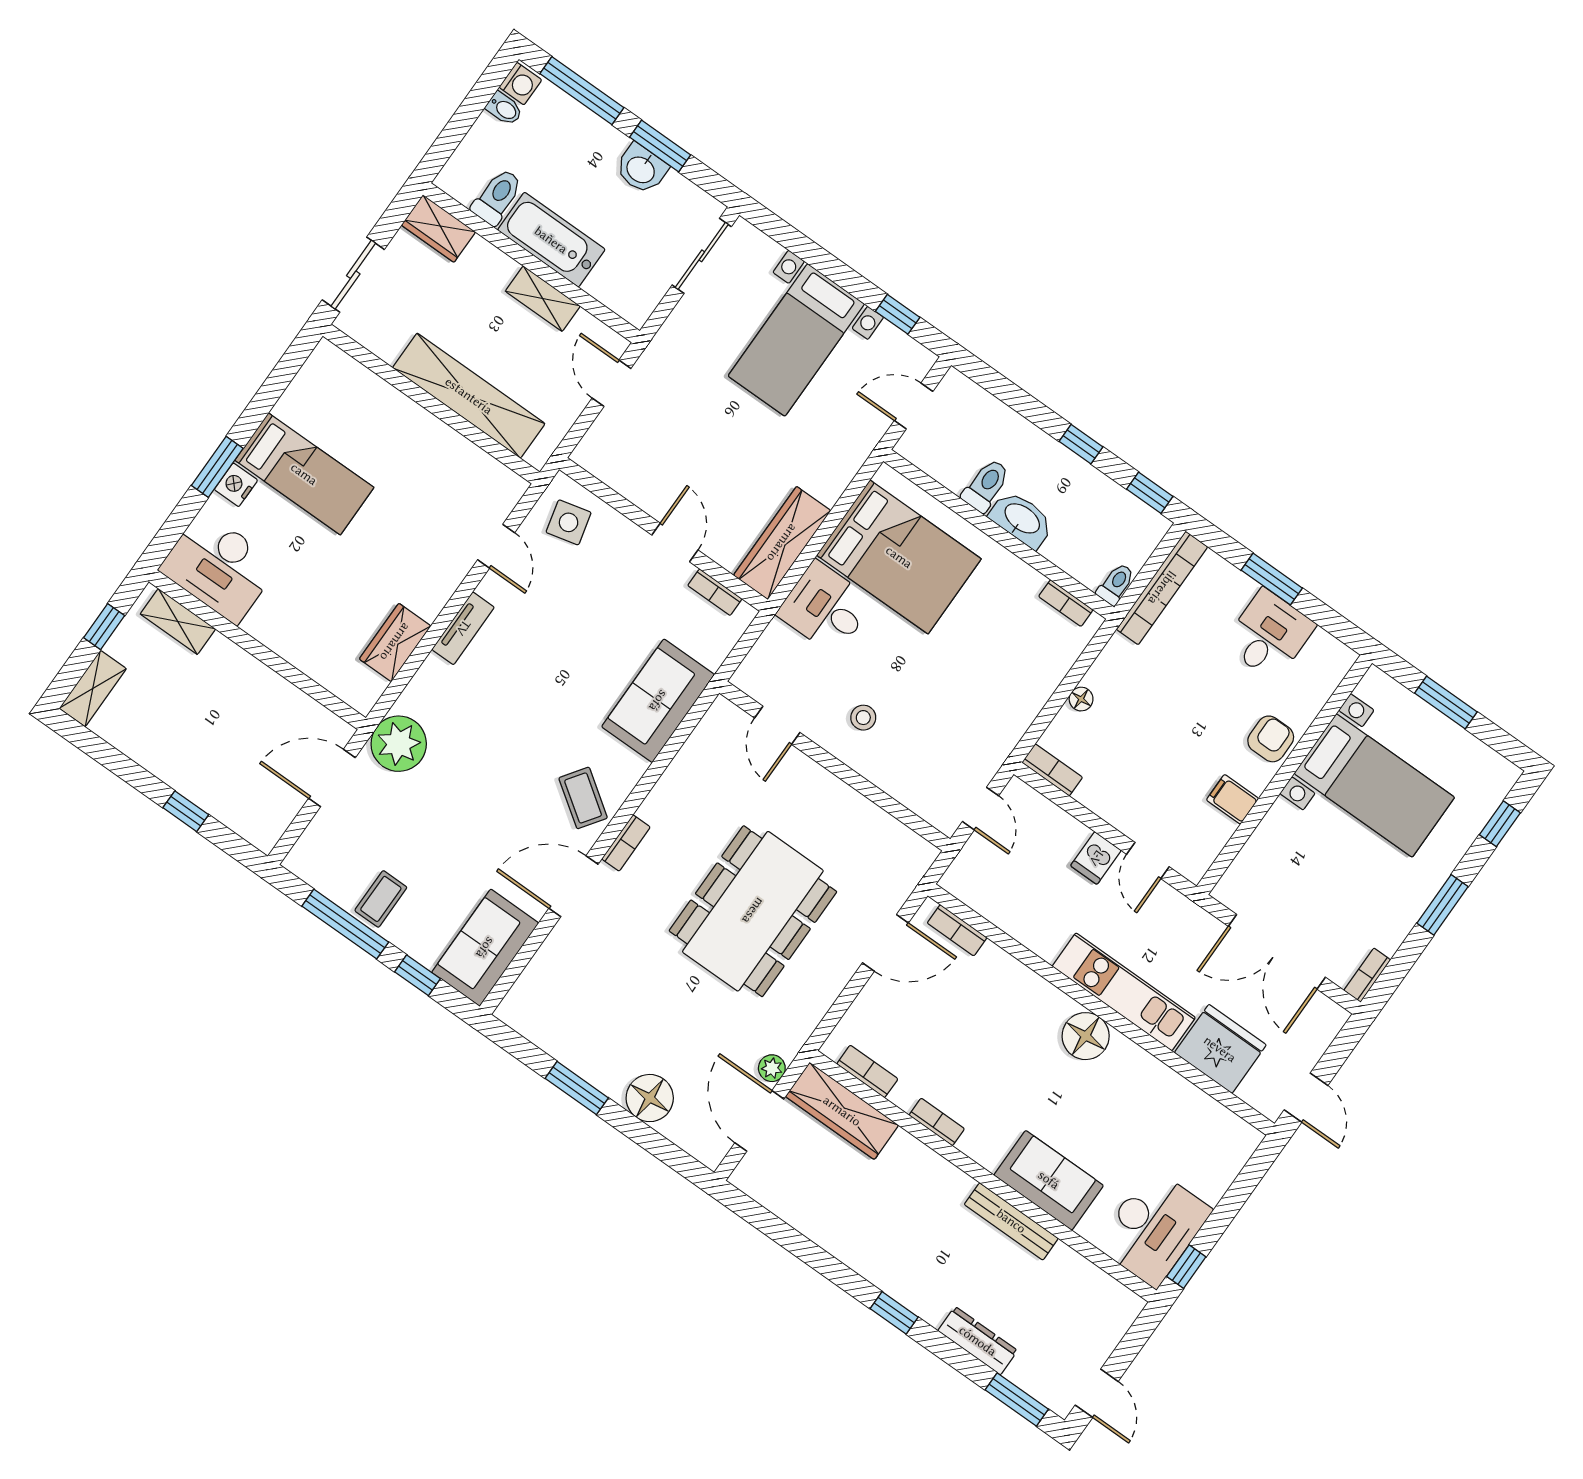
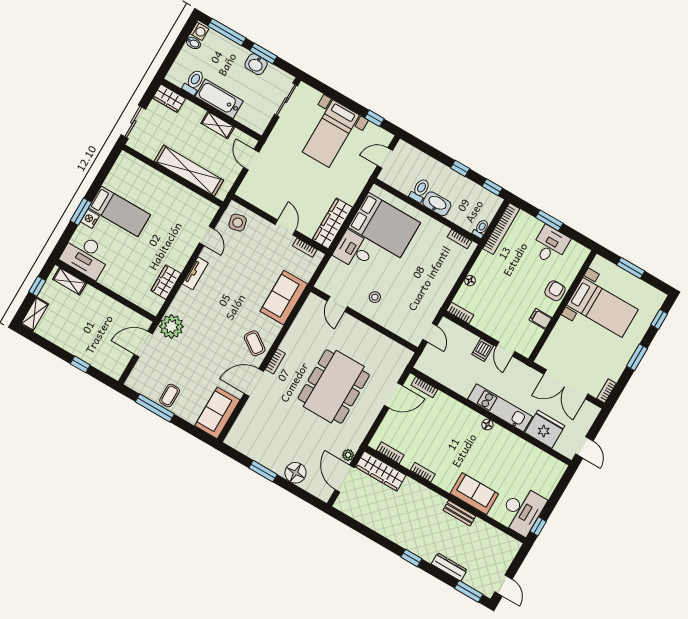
window: (418, 975) -> (189, 428), removed
floor lamp: (1086, 1036) -> (487, 424), width x0.53, depth x0.53
bench: (1011, 1221) -> (459, 513), width x0.73

